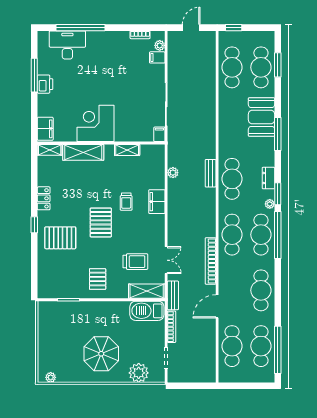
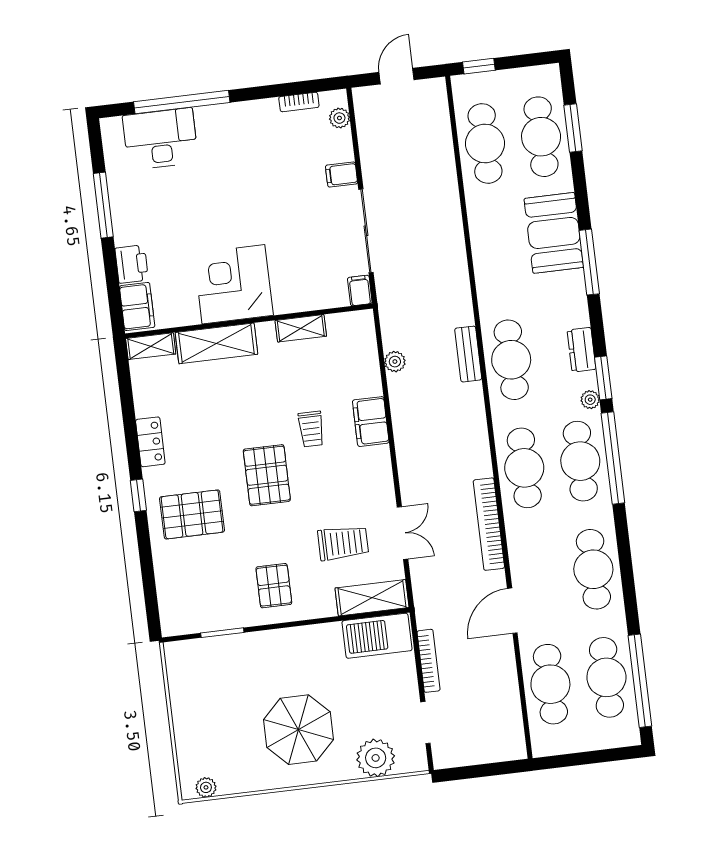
filing cabinet: (157, 57) -> (342, 175), moved
printer: (45, 84) -> (132, 264), moved
bench: (173, 295) -> (424, 600), removed

